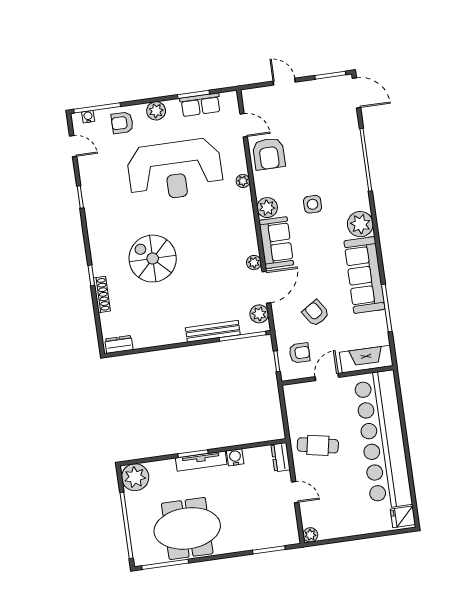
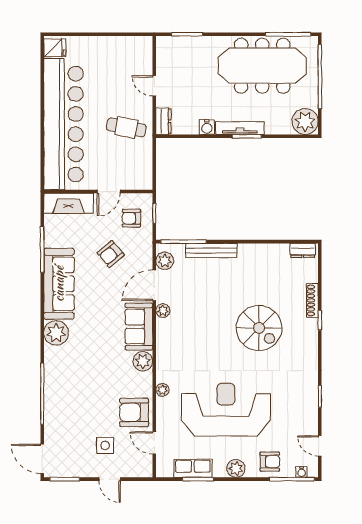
armchair: (269, 154) -> (134, 412), turned -90
side table: (313, 204) -> (105, 445), moved
armchair: (316, 313) -> (111, 254), turned 83
meeting table: (187, 528) -> (262, 66), width x1.36
plant: (310, 535) -> (146, 43), removed

